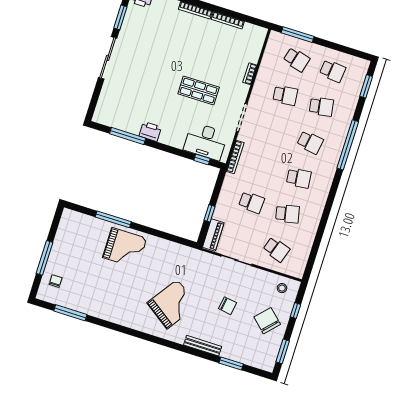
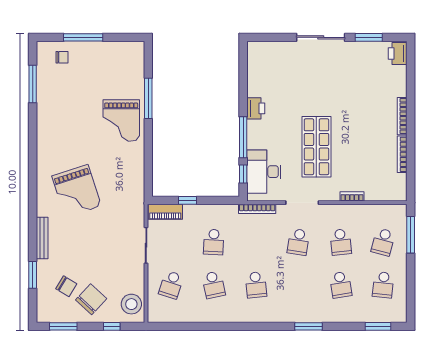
shop shelf: (199, 90) -> (316, 147), width x1.43, depth x1.36
window: (128, 136) -> (243, 137), moved
school desk: (310, 142) -> (298, 242), moved
window: (348, 145) -> (309, 326), width x0.47
stool: (282, 288) -> (131, 304), width x1.89, depth x1.89
grand piano: (172, 304) -> (77, 191), turned 37
chair: (228, 306) -> (66, 286), moved, turned -68

